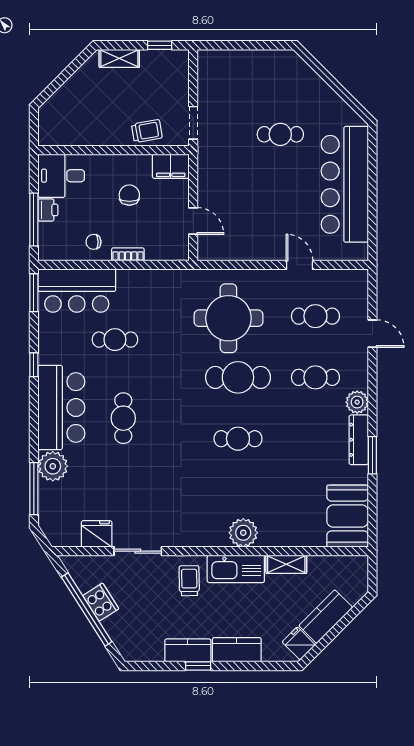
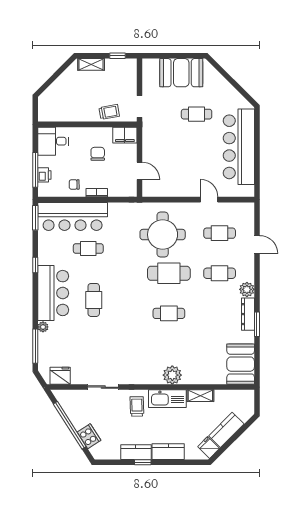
booth: (257, 71) -> (181, 73), added
printer: (48, 210) -> (44, 175), moved
bar counter: (77, 291) -> (73, 216), width x1.36
plant: (53, 466) -> (43, 327), width x0.53, depth x0.53
fridge: (97, 534) -> (60, 376), moved
cooker: (101, 602) -> (89, 436), moved

